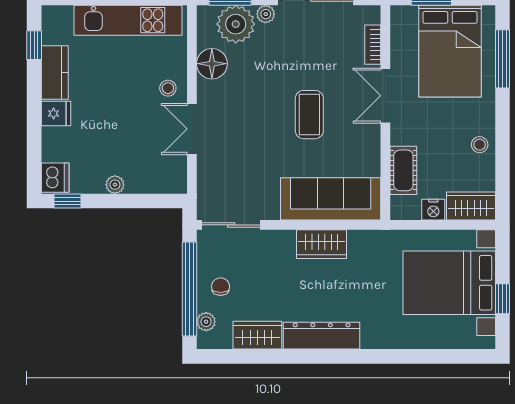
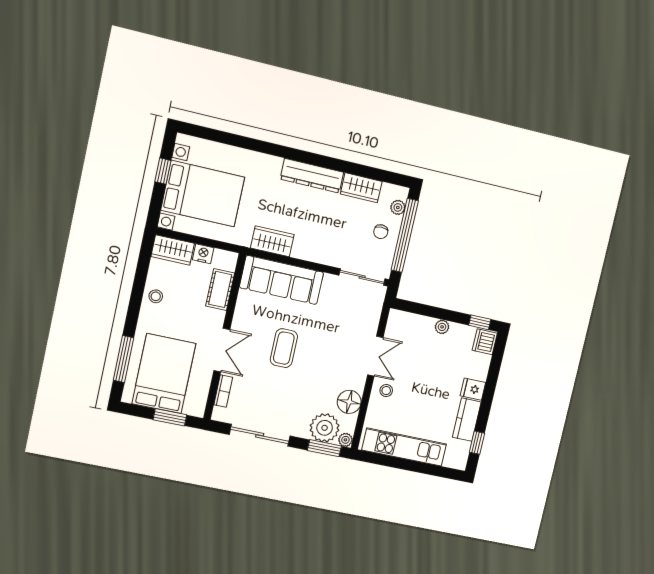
plant: (266, 14) -> (345, 440), moved
wardrobe: (322, 244) -> (272, 241), moved

